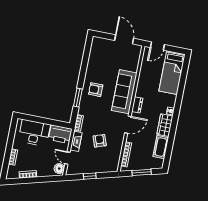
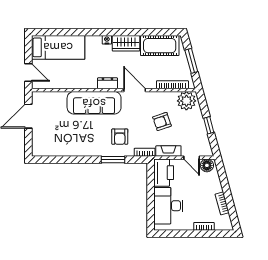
armchair: (96, 90) -> (120, 137), moved
cot: (161, 147) -> (160, 46), width x1.37, depth x1.34
door: (67, 158) -> (192, 158), hinge flipped
plant: (112, 163) -> (186, 101), added

